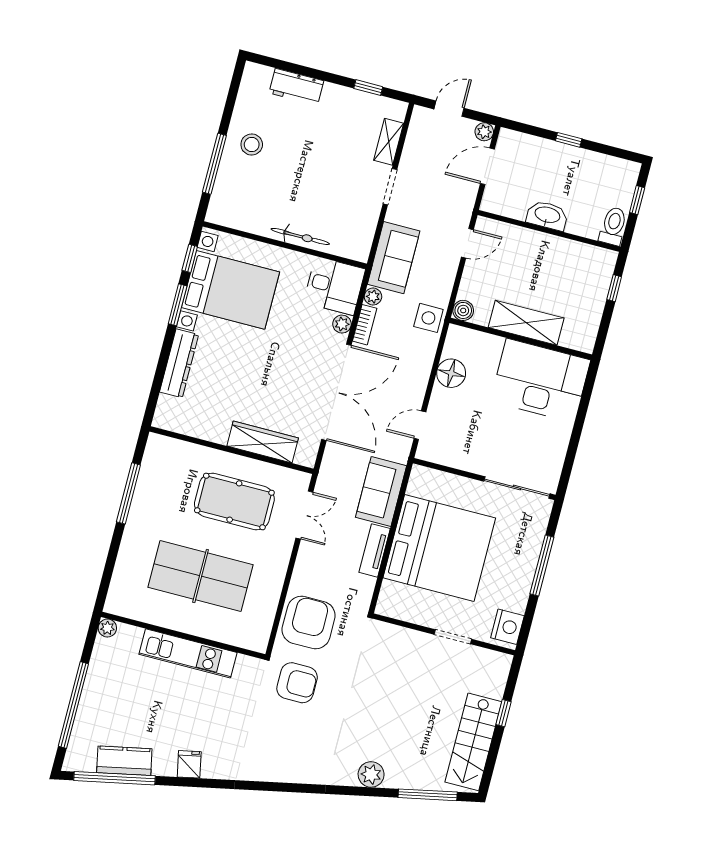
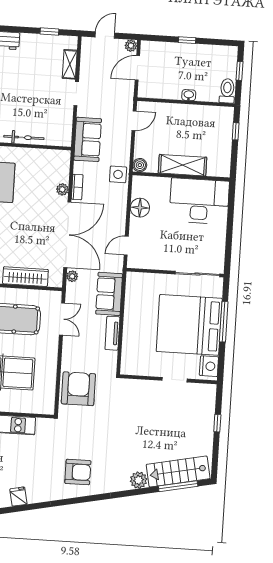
washbasin: (547, 215) -> (189, 95), width x0.52, depth x0.69
desk: (334, 286) -> (52, 165), removed
plant: (373, 297) -> (72, 276), moved
bed: (439, 548) -> (189, 325), moved, turned 180
armchair: (297, 683) -> (78, 472), moved
stairs: (473, 742) -> (178, 472), moved, turned 78

